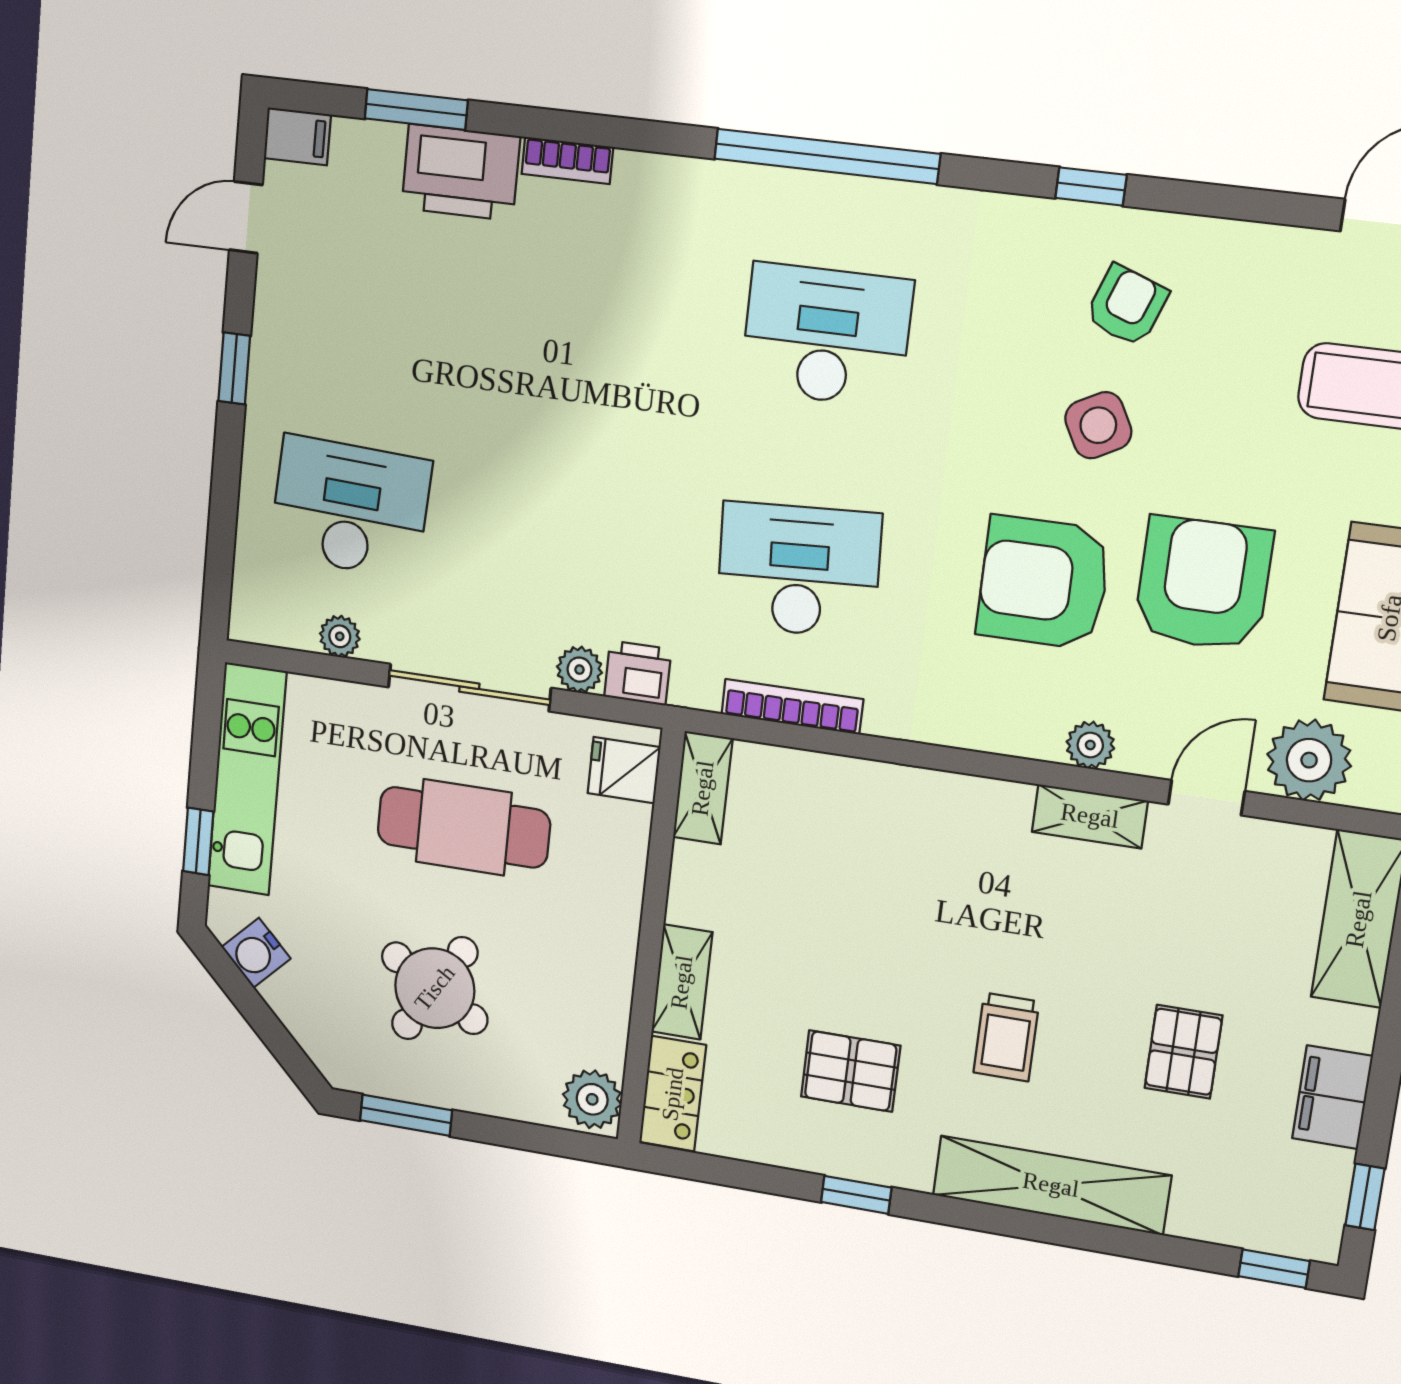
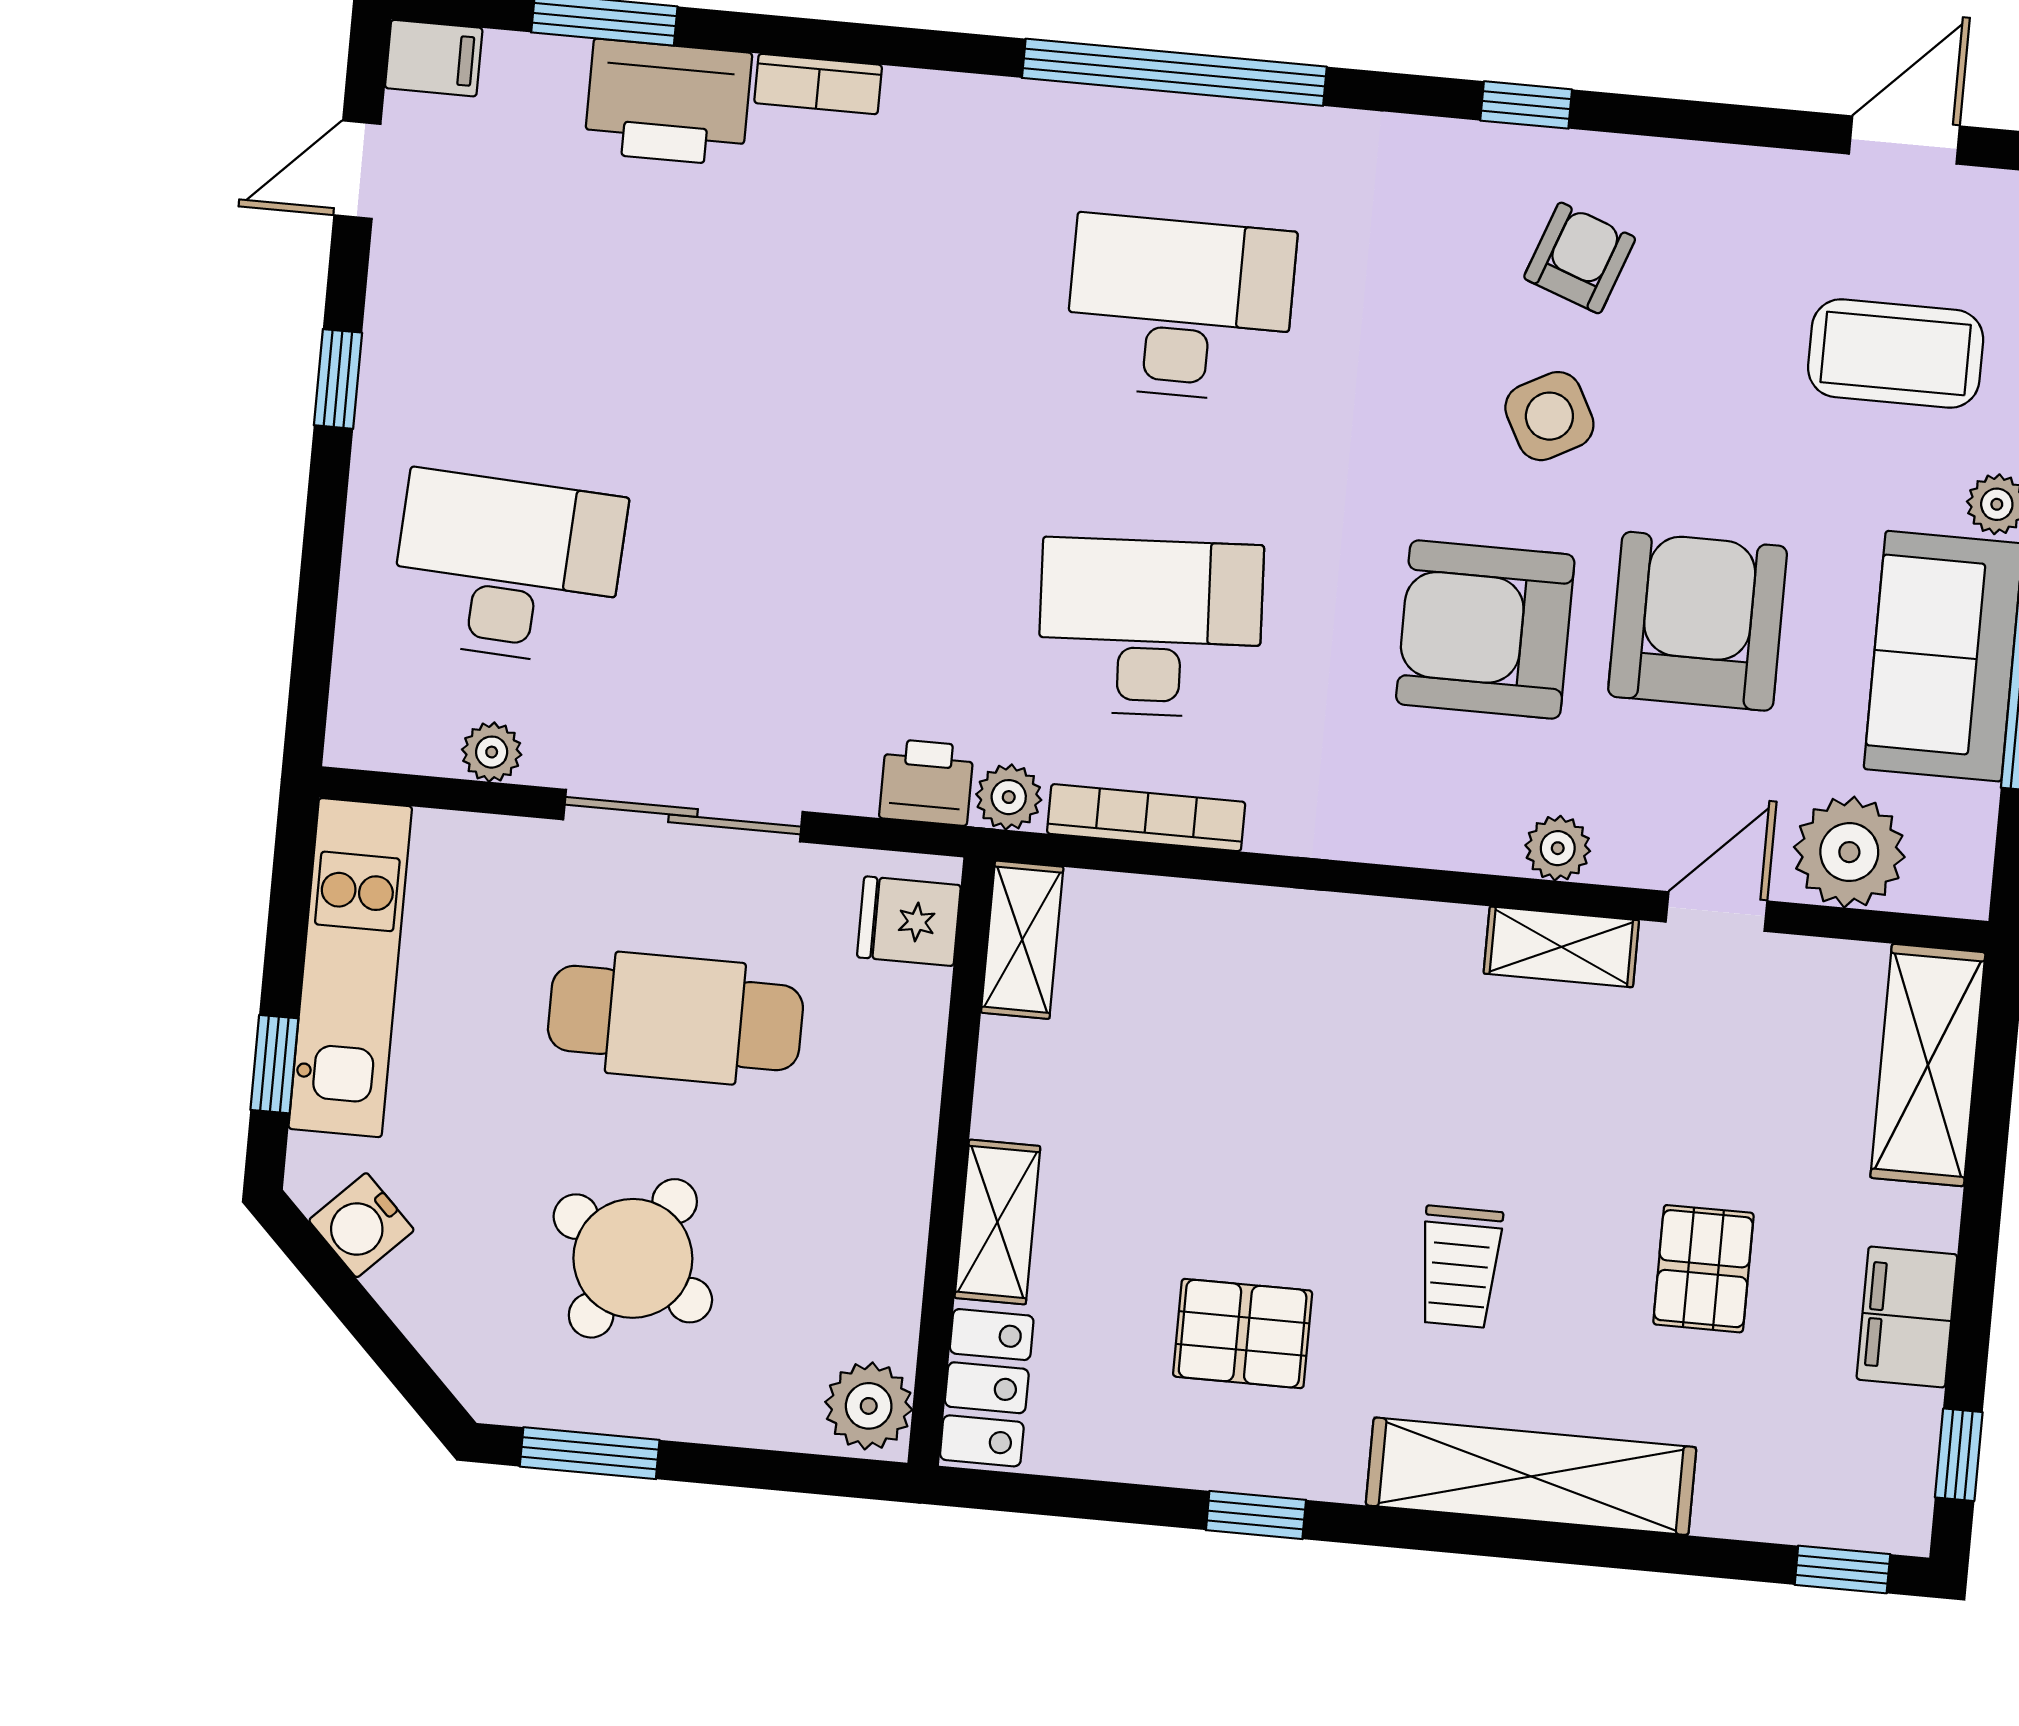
plant: (579, 670) -> (1009, 797), moved

